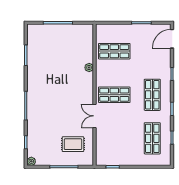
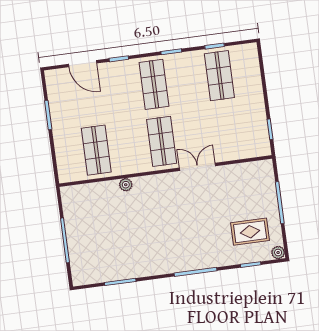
door: (172, 39) -> (83, 64), moved
shop shelf: (152, 95) -> (154, 84), turned 90
double door: (94, 116) -> (197, 167), swing flipped
shop shelf: (152, 138) -> (219, 76), turned 90
rug: (73, 144) -> (250, 232), moved, turned 90

